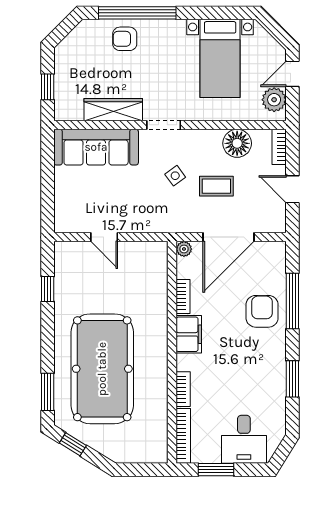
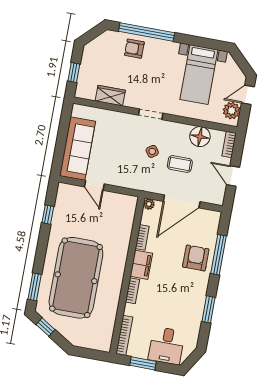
wardrobe: (113, 110) -> (110, 96), width x0.67
sofa: (96, 147) -> (77, 149), moved, turned -90
bookcase: (183, 389) -> (132, 291), moved

